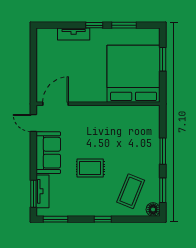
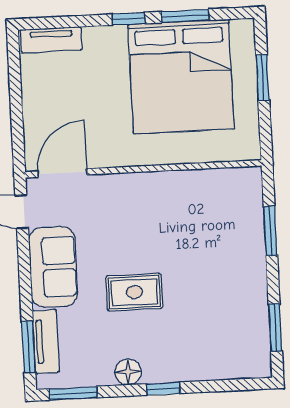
tv unit: (74, 34) -> (51, 40), moved
bed: (134, 74) -> (181, 76), moved, turned 180
window: (163, 151) -> (270, 231), moved
coffee table: (131, 191) -> (214, 333), removed
floor lamp: (153, 209) -> (128, 372), moved

